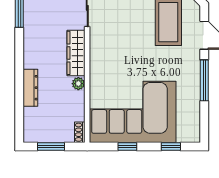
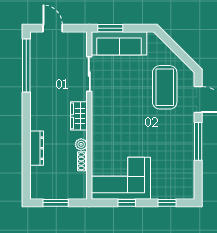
wardrobe: (76, 53) -> (79, 116), width x0.67
corner sofa: (133, 112) -> (121, 178), width x0.73, depth x0.74
shoe rack: (80, 132) -> (82, 161), moved

